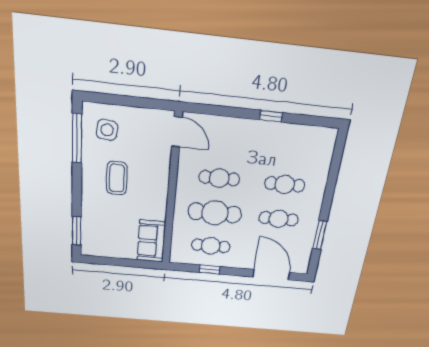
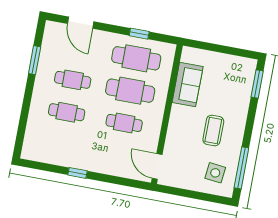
sofa: (151, 241) -> (188, 85), moved
cafe table: (211, 246) -> (136, 58), width x1.37, depth x1.35
door: (271, 275) -> (81, 23), width x0.73

